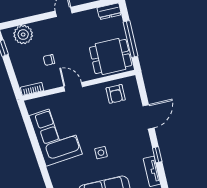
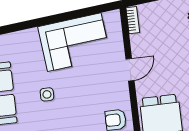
chair: (49, 60) -> (165, 44), removed

